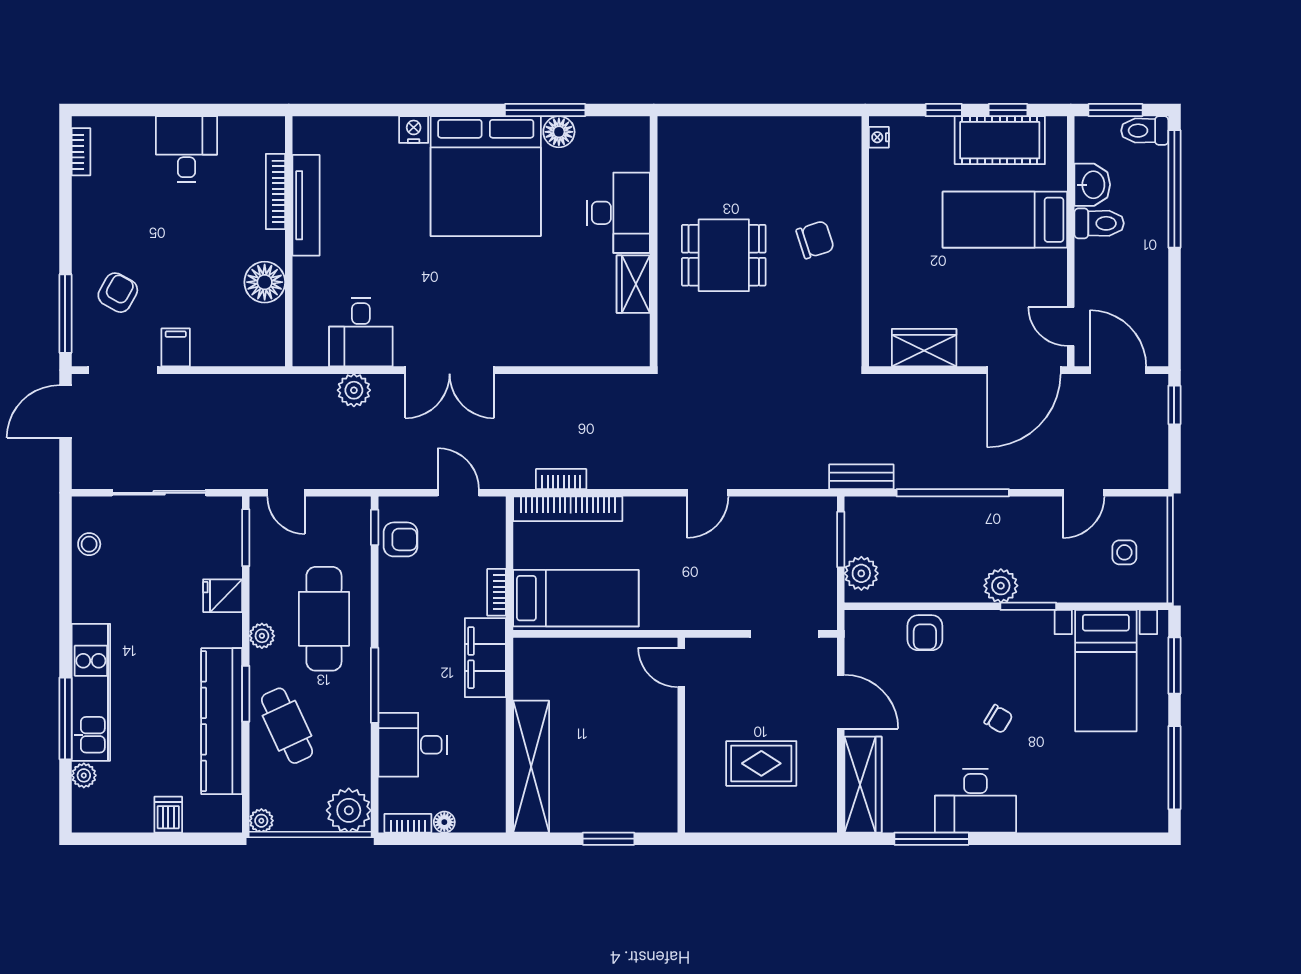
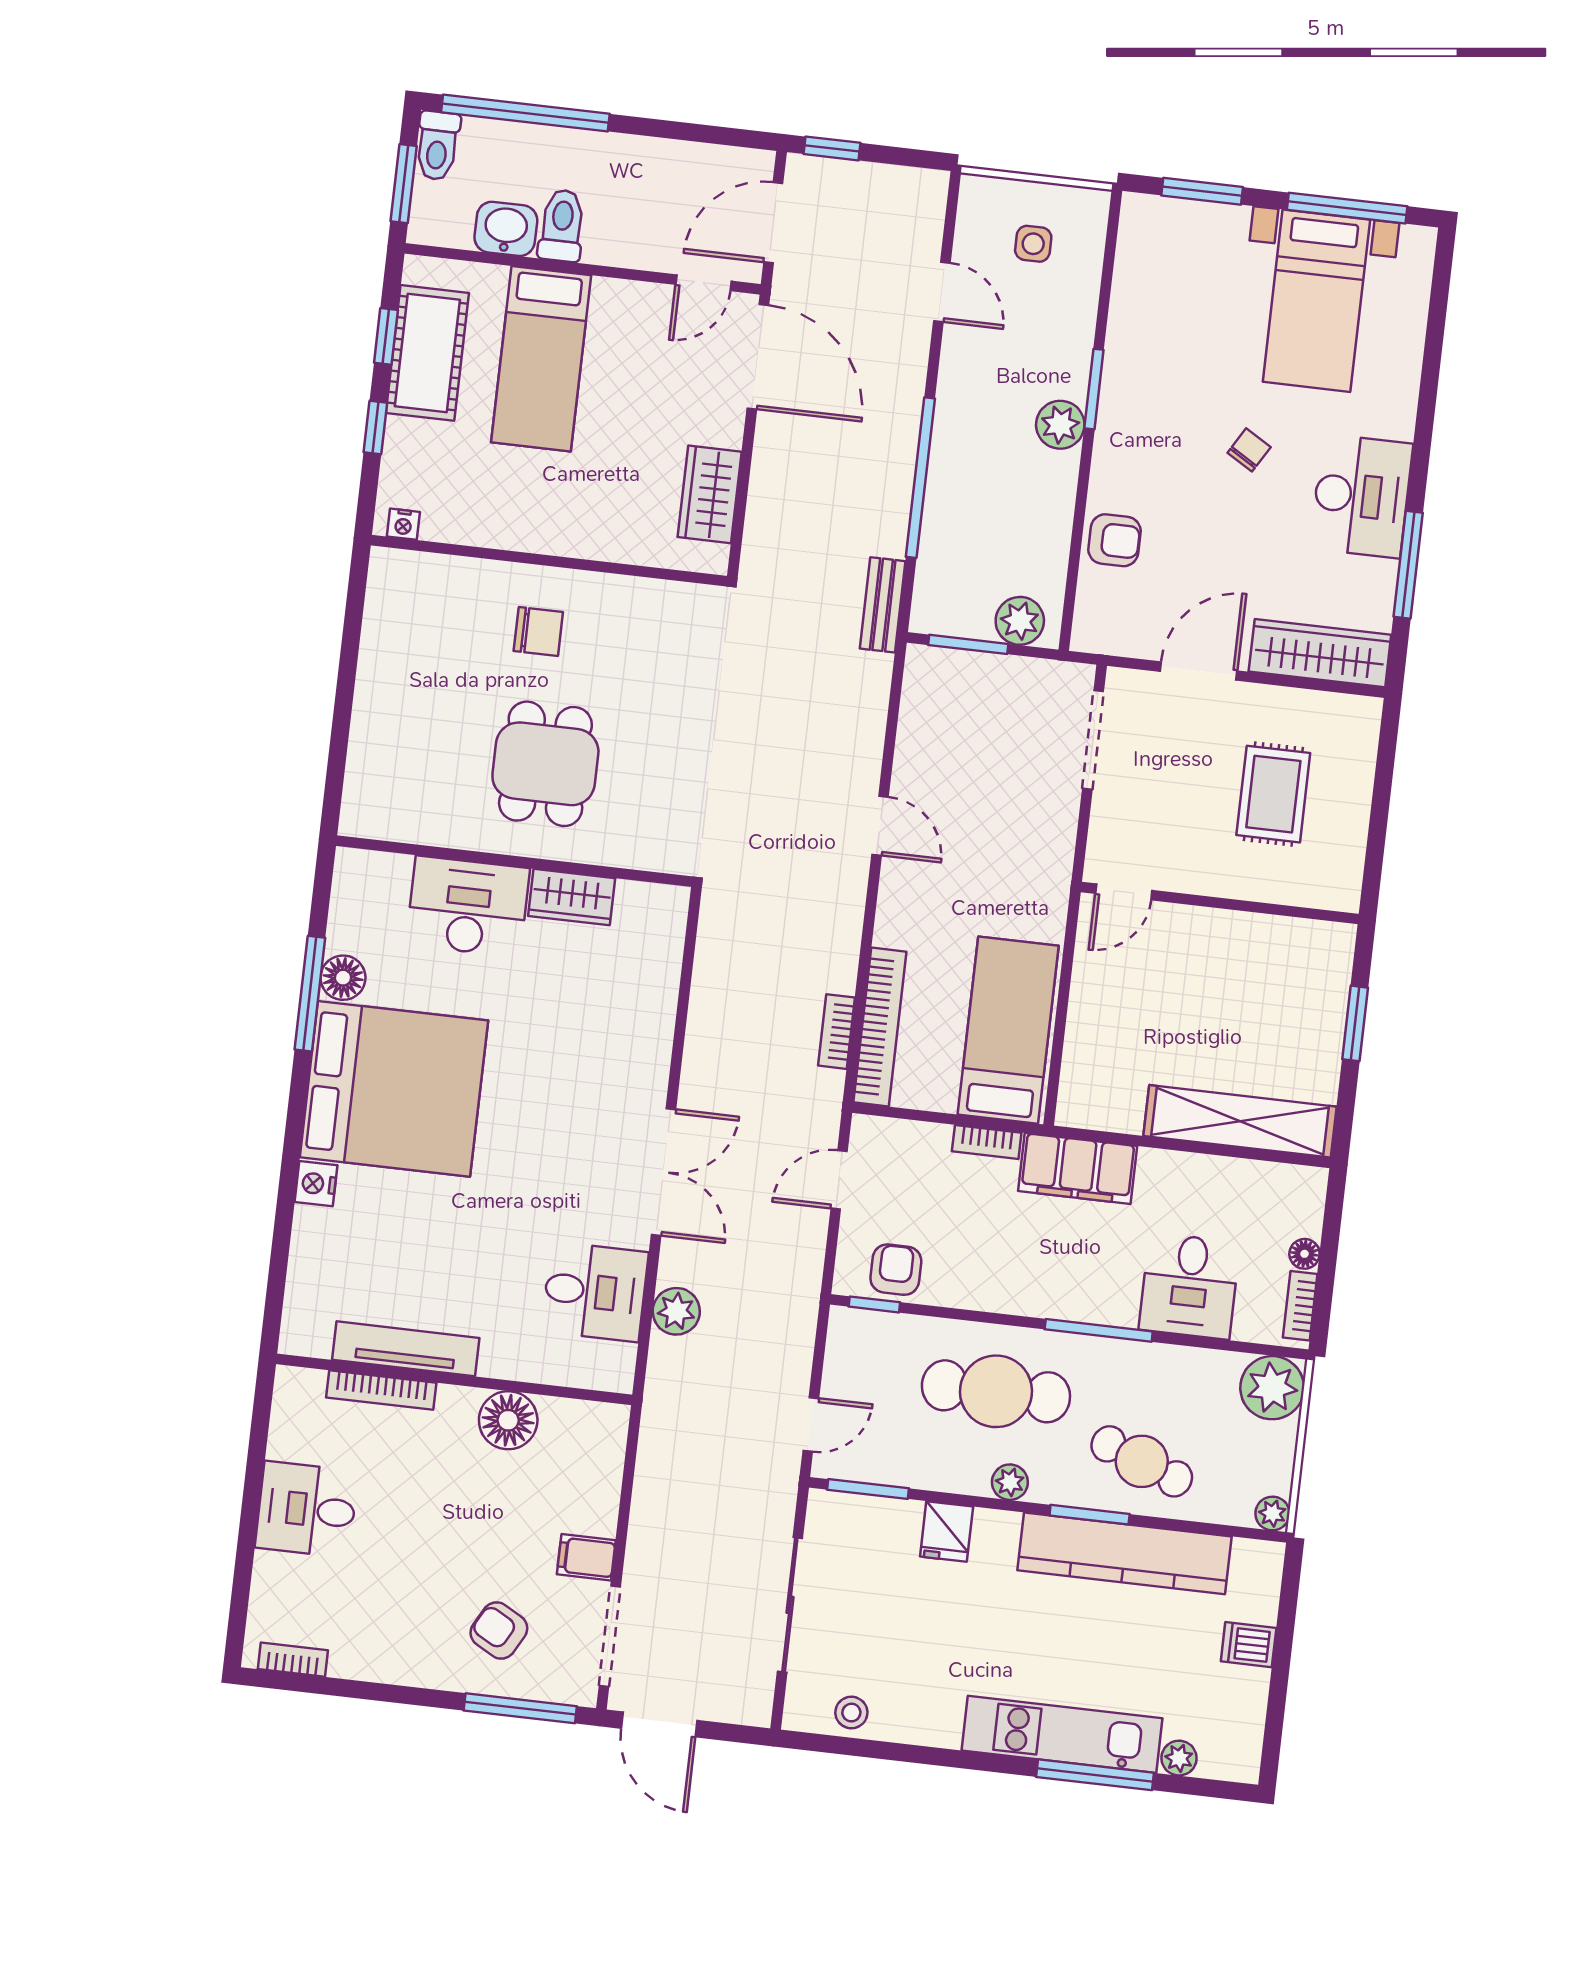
chair: (815, 240) -> (538, 632), turned 108
bed with nightstands: (1106, 671) -> (1316, 301), moved, turned 90
cafe table: (287, 726) -> (1142, 1461), turned 46

